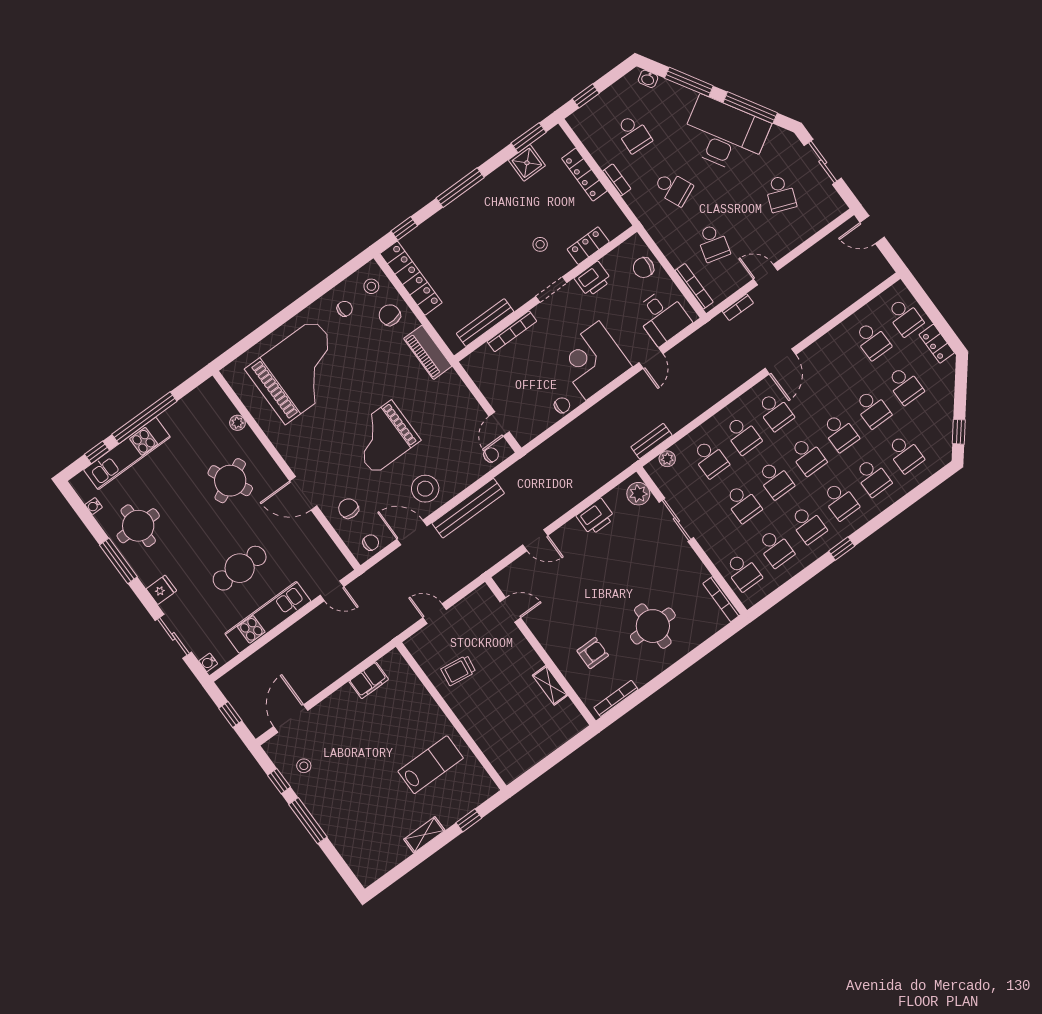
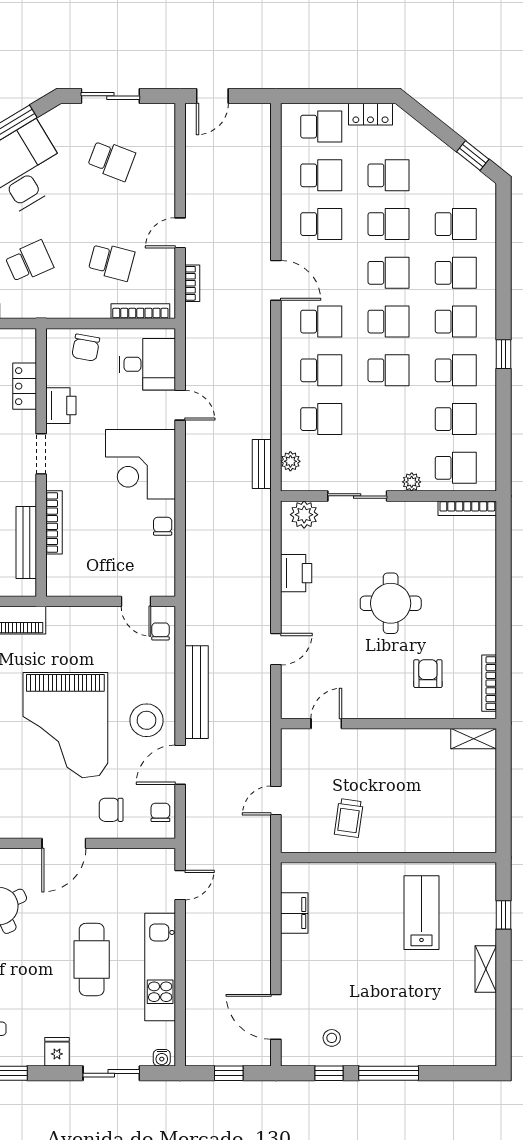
grand piano: (383, 437) -> (65, 725), width x1.37, depth x1.48
school desk: (743, 504) -> (321, 224), moved
plant: (712, 549) -> (412, 482), added
round table: (653, 626) -> (391, 603), moved
shelving: (550, 685) -> (474, 739), moved

